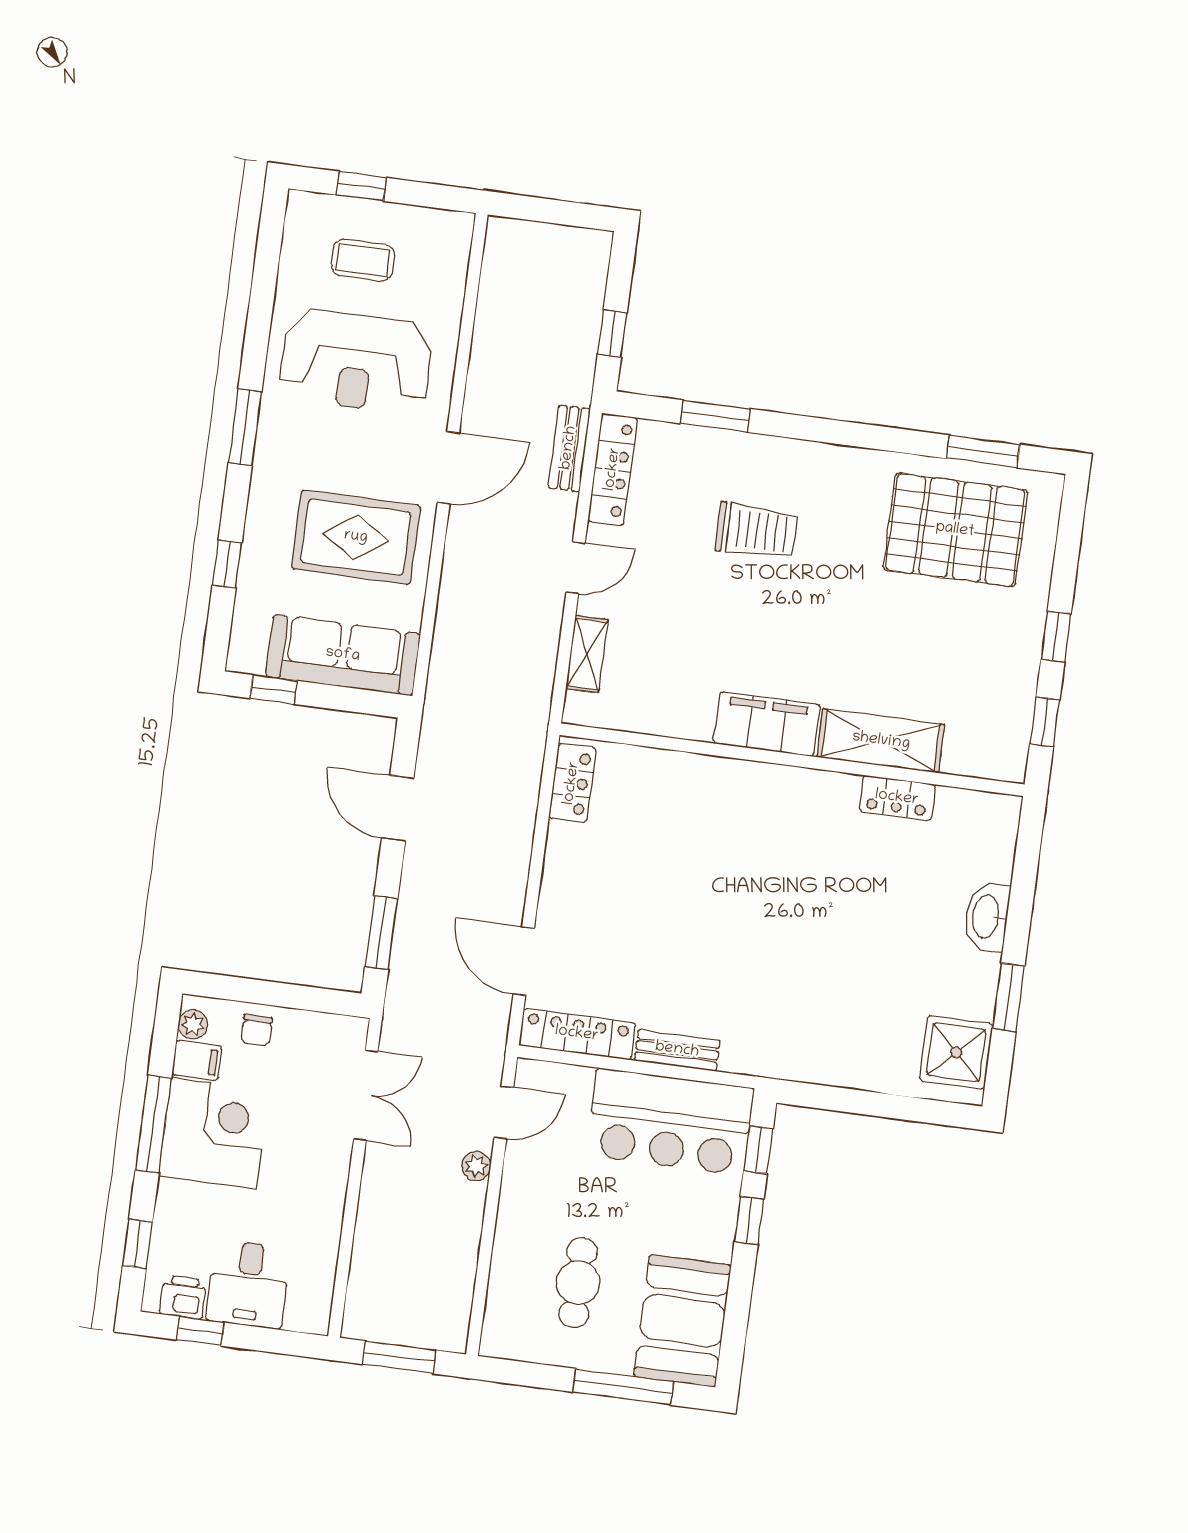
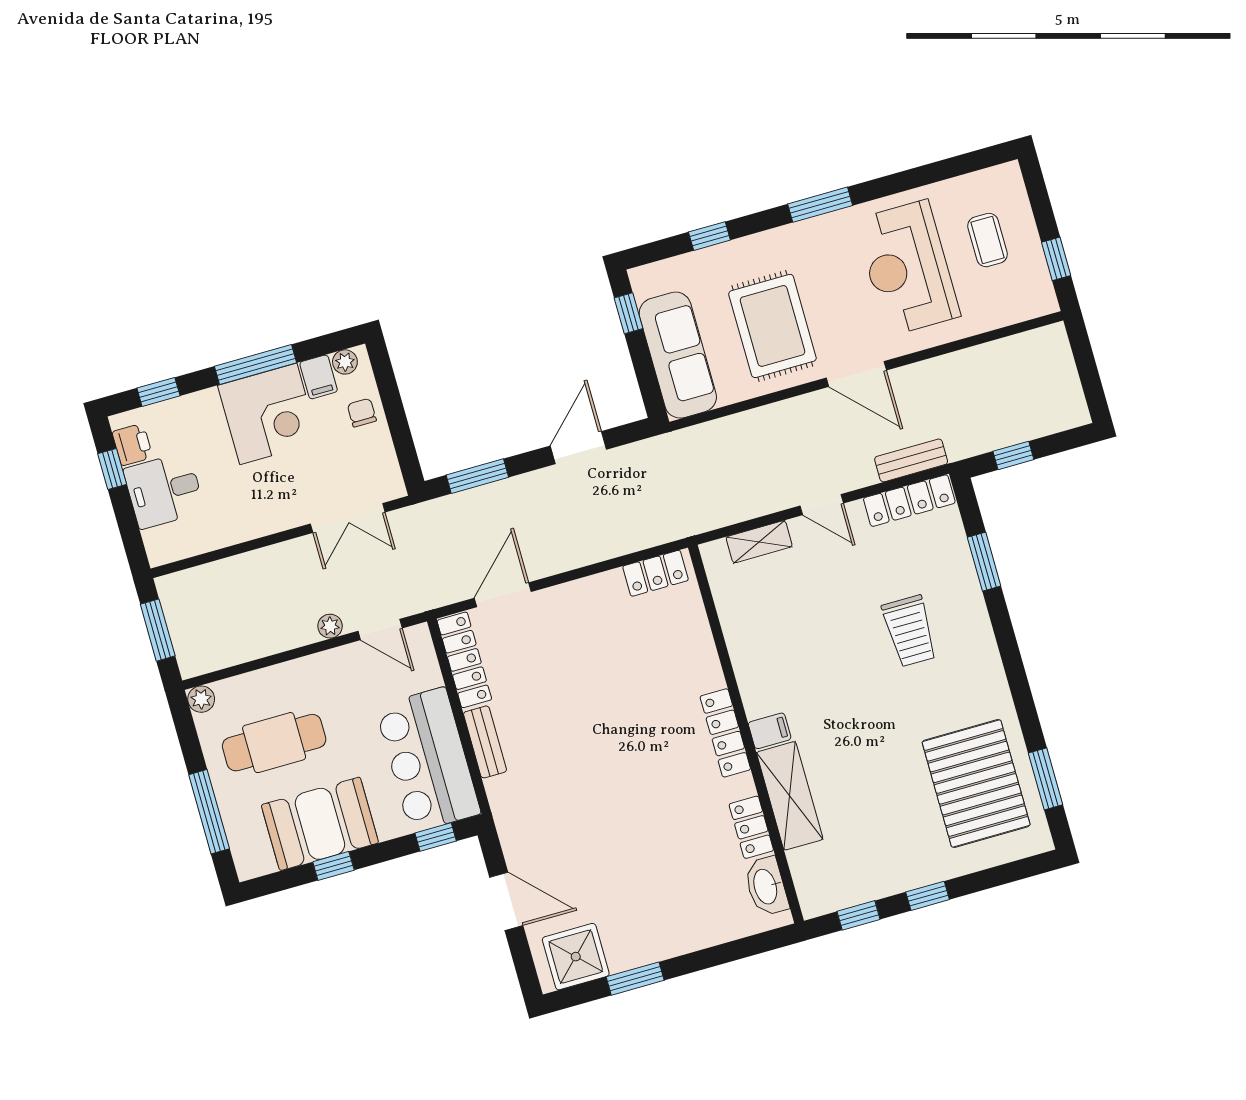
window: (361, 186) -> (1056, 259), moved
filing cabinet: (767, 724) -> (770, 731), width x0.33, depth x0.86
locker: (781, 782) -> (725, 733), added
washbasin: (987, 917) -> (766, 886), moved, turned -90
chair: (257, 1030) -> (362, 413), turned 90
door: (863, 1102) -> (506, 901), added
window: (749, 1220) -> (333, 866), moved
cafe table: (578, 1283) -> (274, 743), width x1.37, depth x1.35
booth: (682, 1321) -> (320, 824), moved
plant: (496, 1342) -> (201, 699), added

